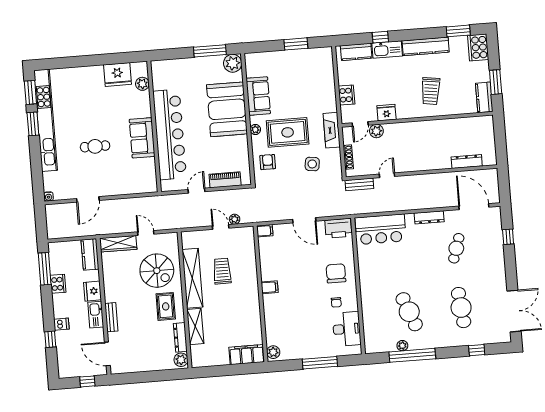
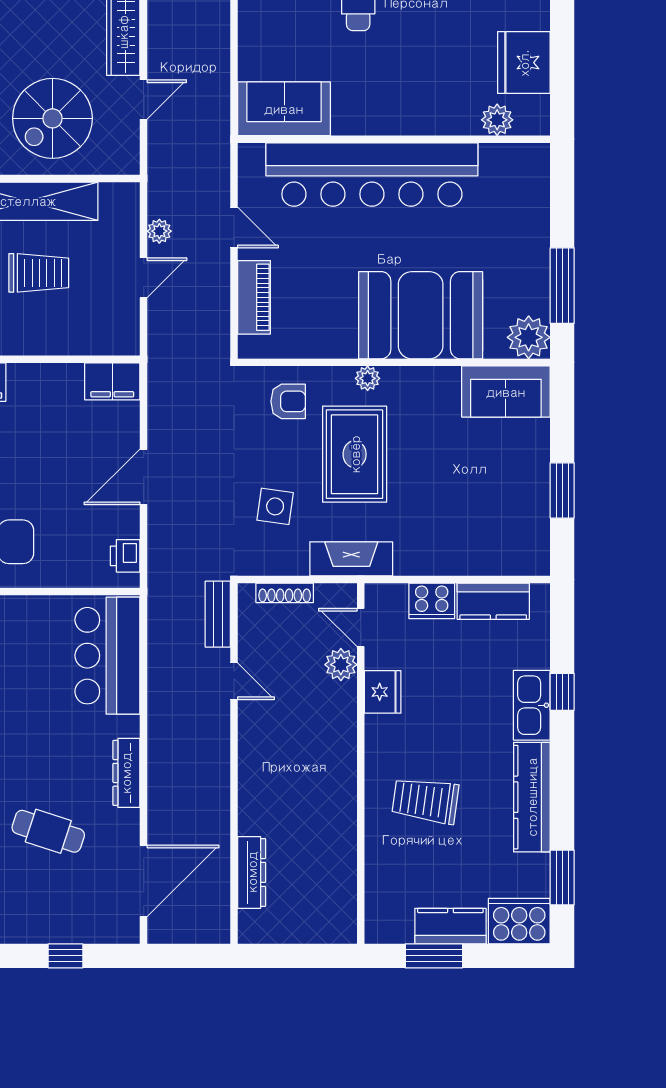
kitchen counter: (356, 52) -> (493, 601), moved, turned -90
sofa: (258, 96) -> (506, 392), moved
kitchen counter: (484, 97) -> (450, 926), moved
sofa: (142, 138) -> (284, 109), moved
plant: (235, 219) -> (159, 231), moved
printer: (338, 228) -> (125, 556), width x0.53, depth x0.68
filing cabinet: (265, 231) -> (112, 381), width x2.00

